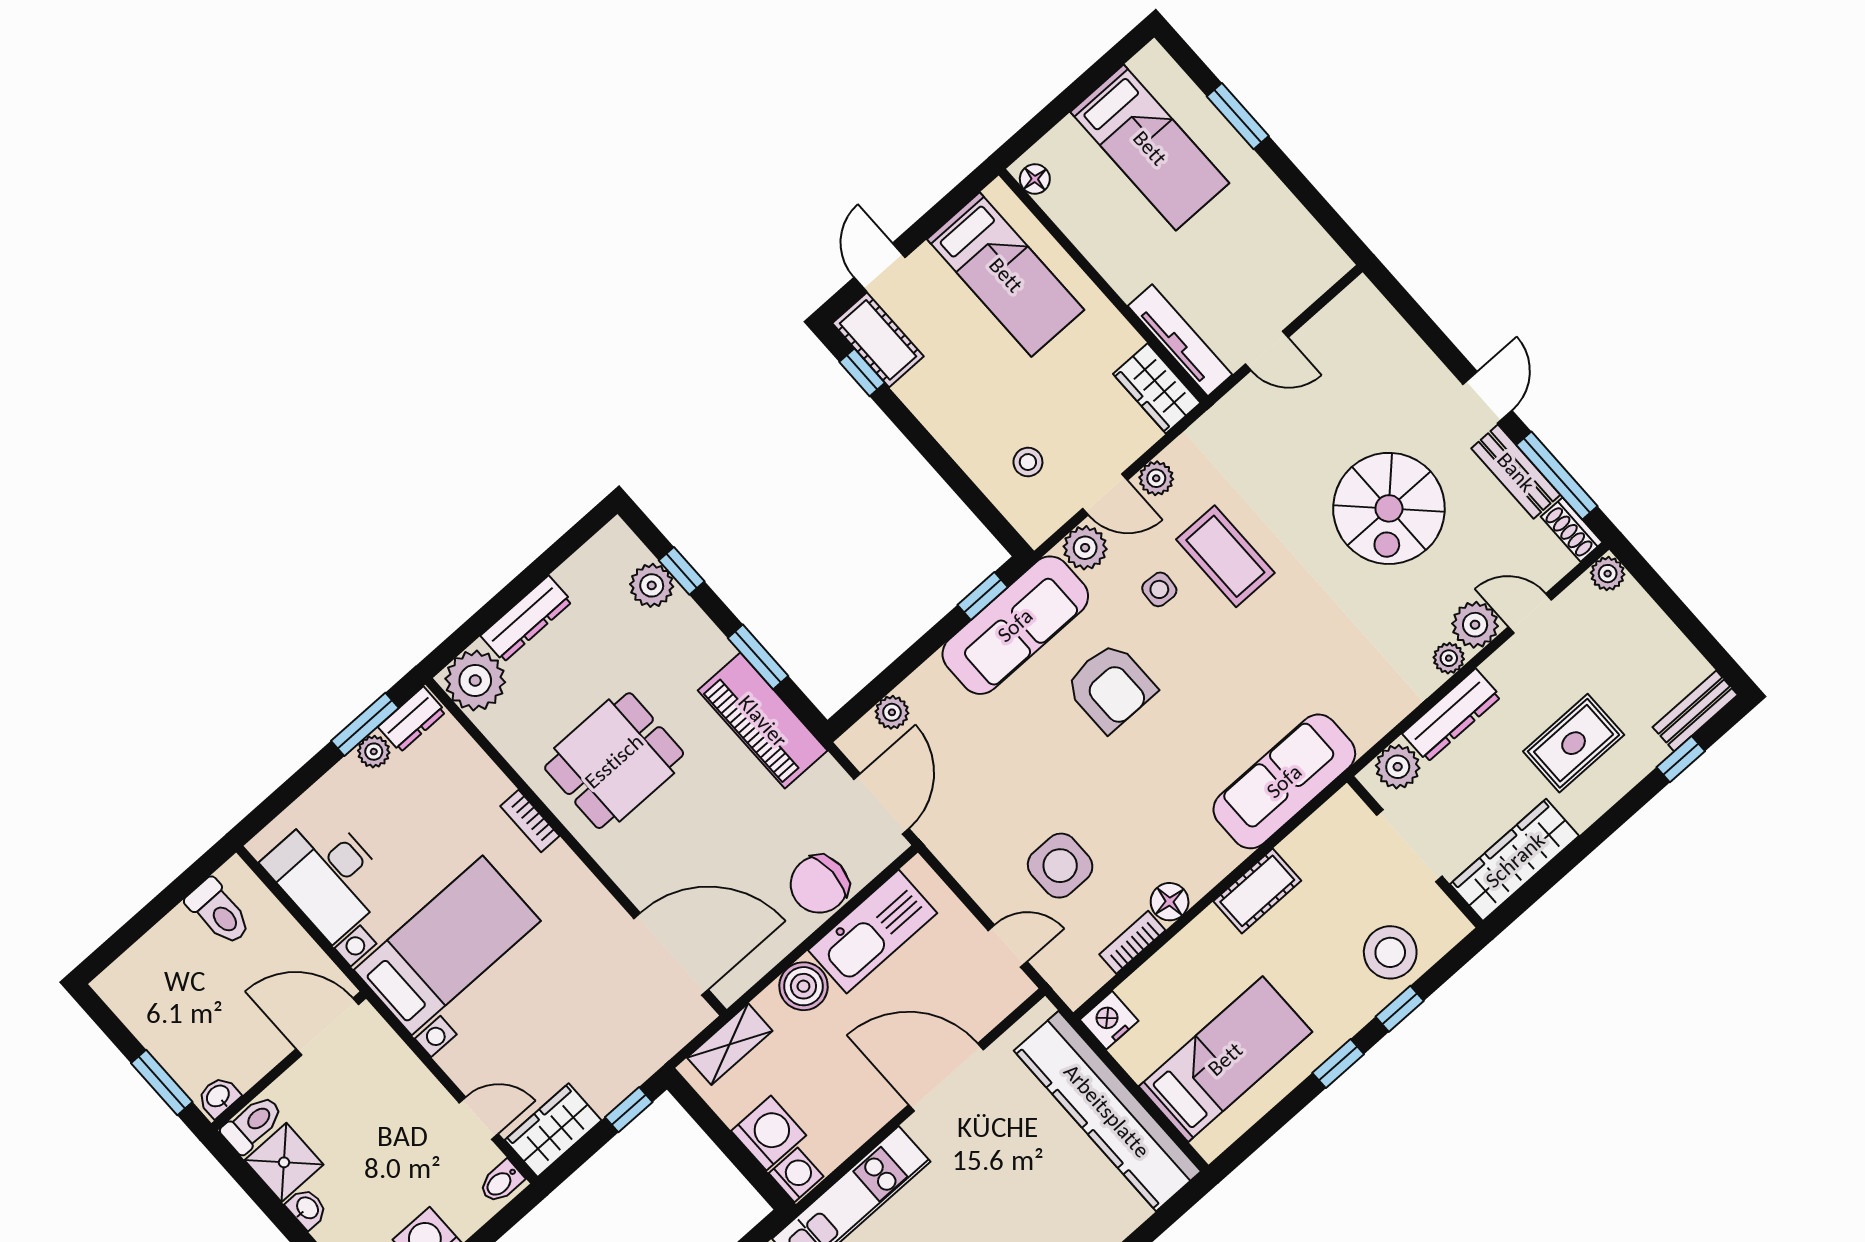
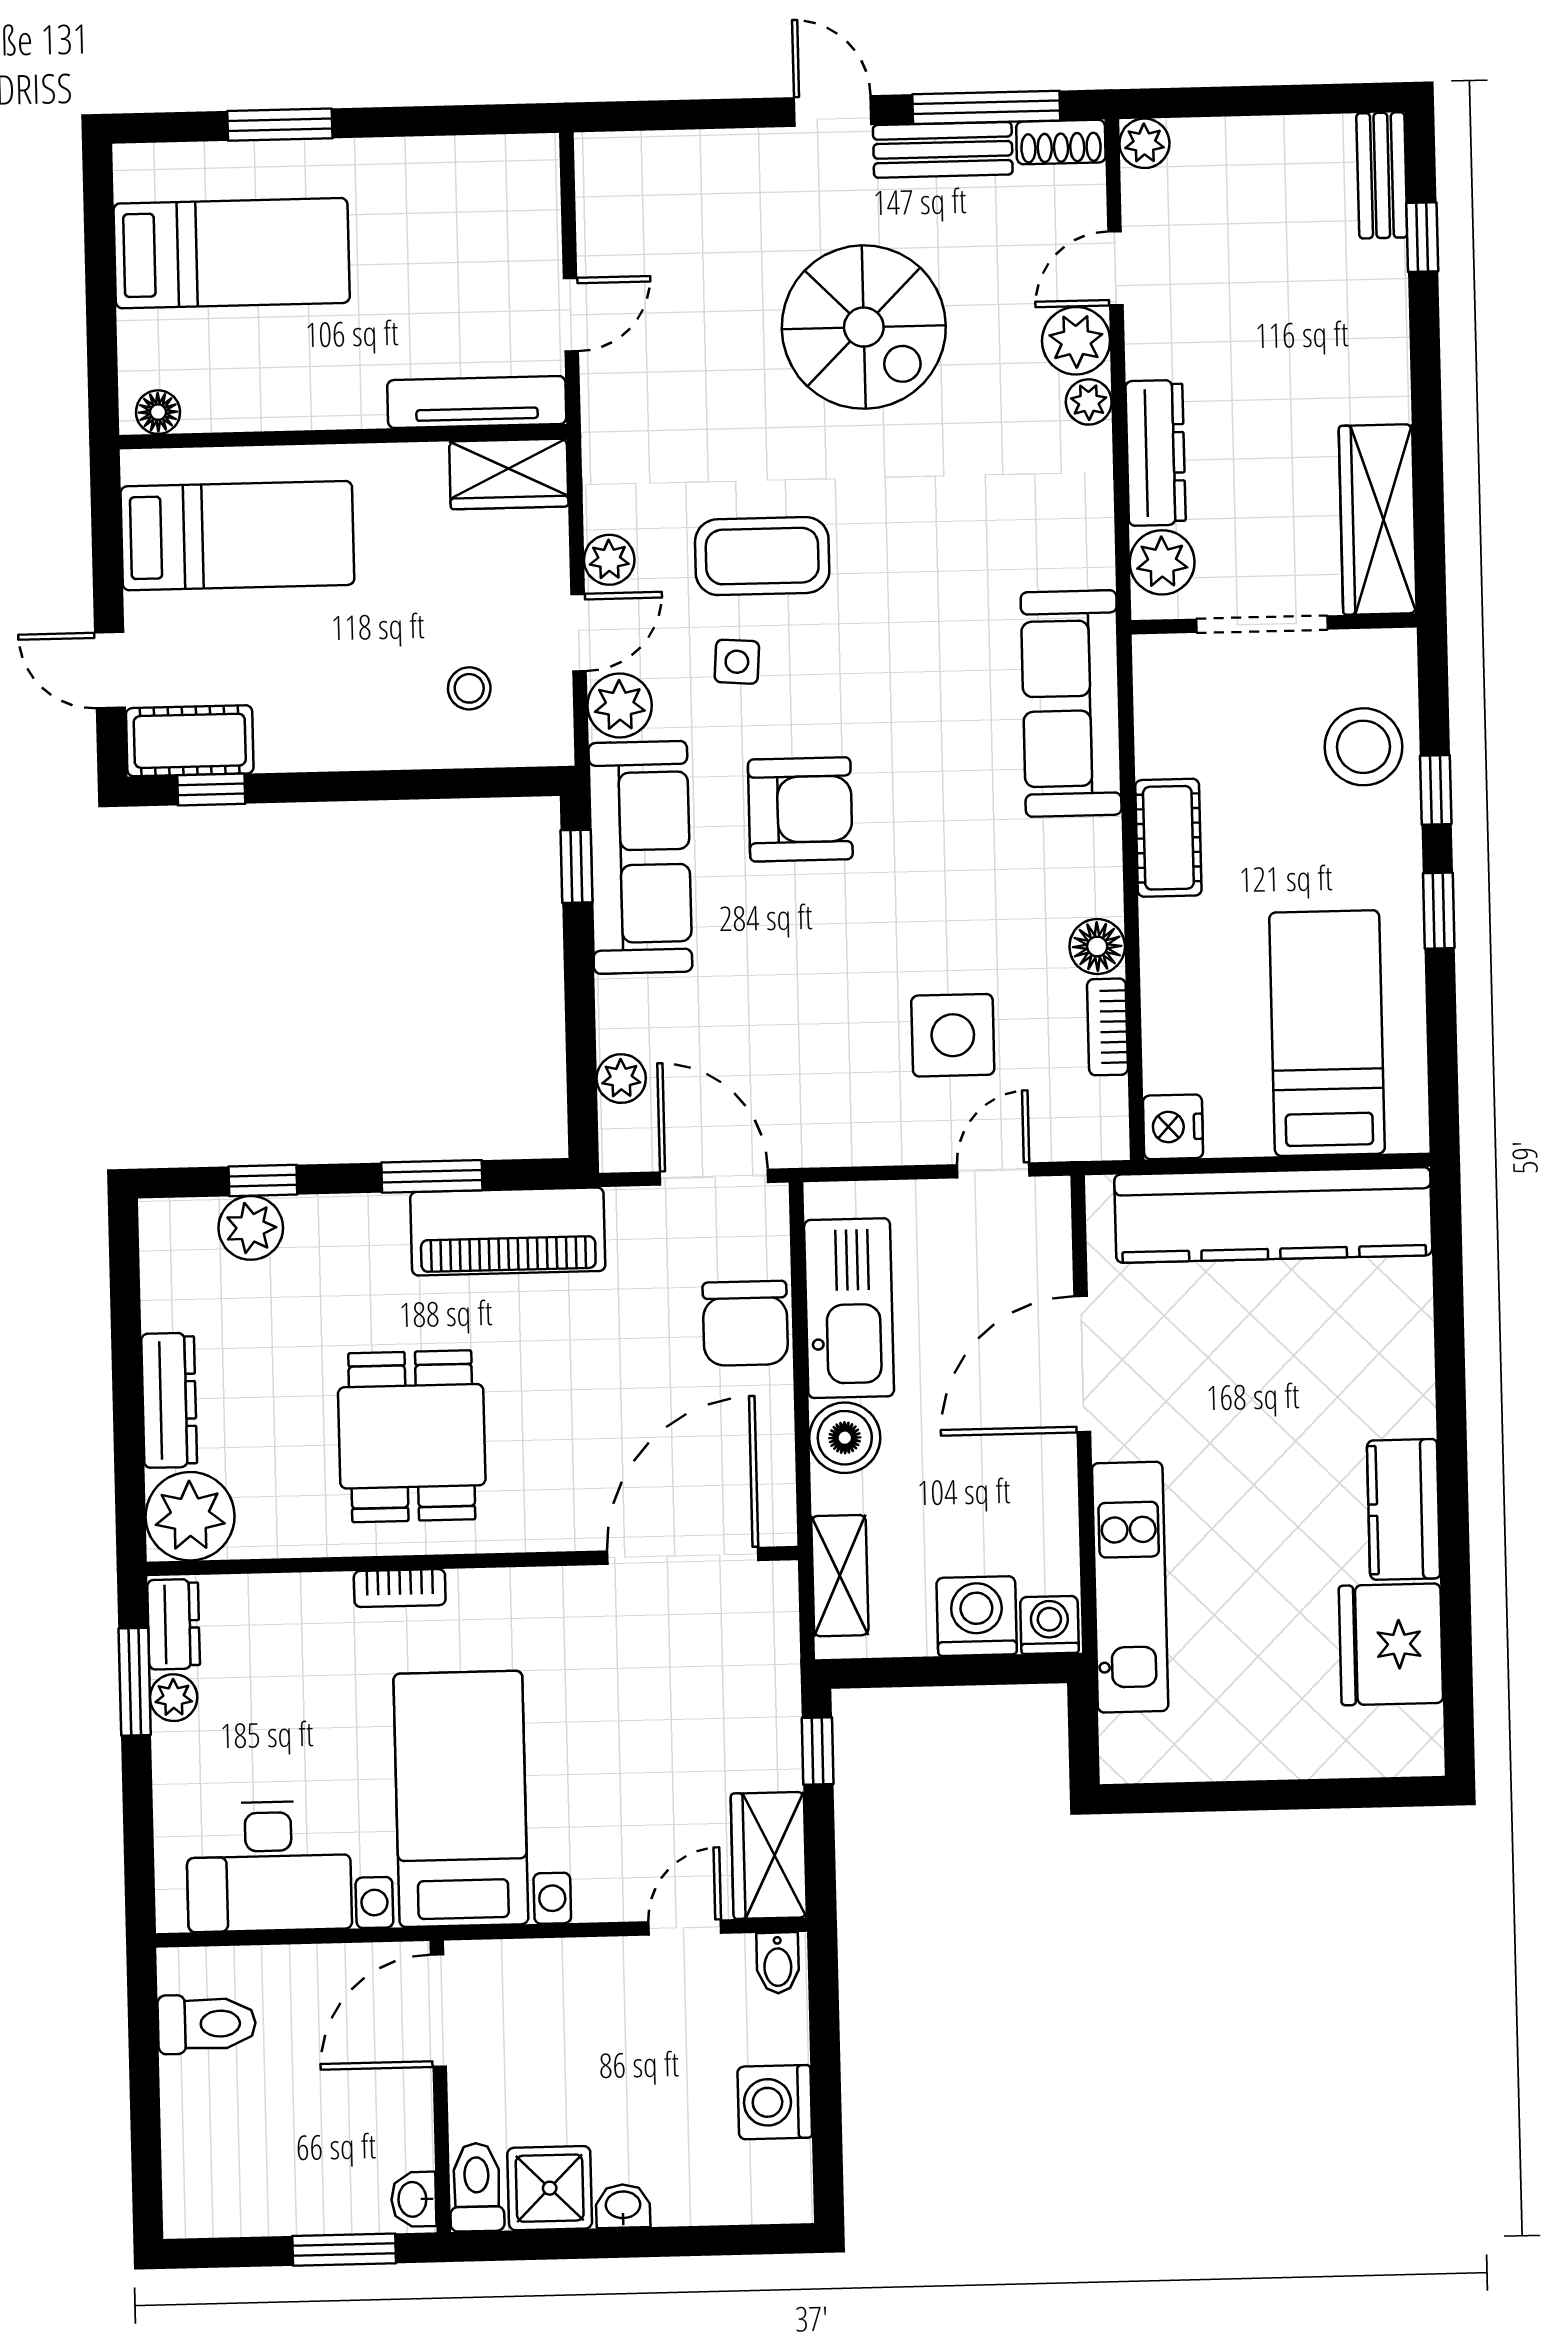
rug: (1574, 743) -> (1303, 342), removed

